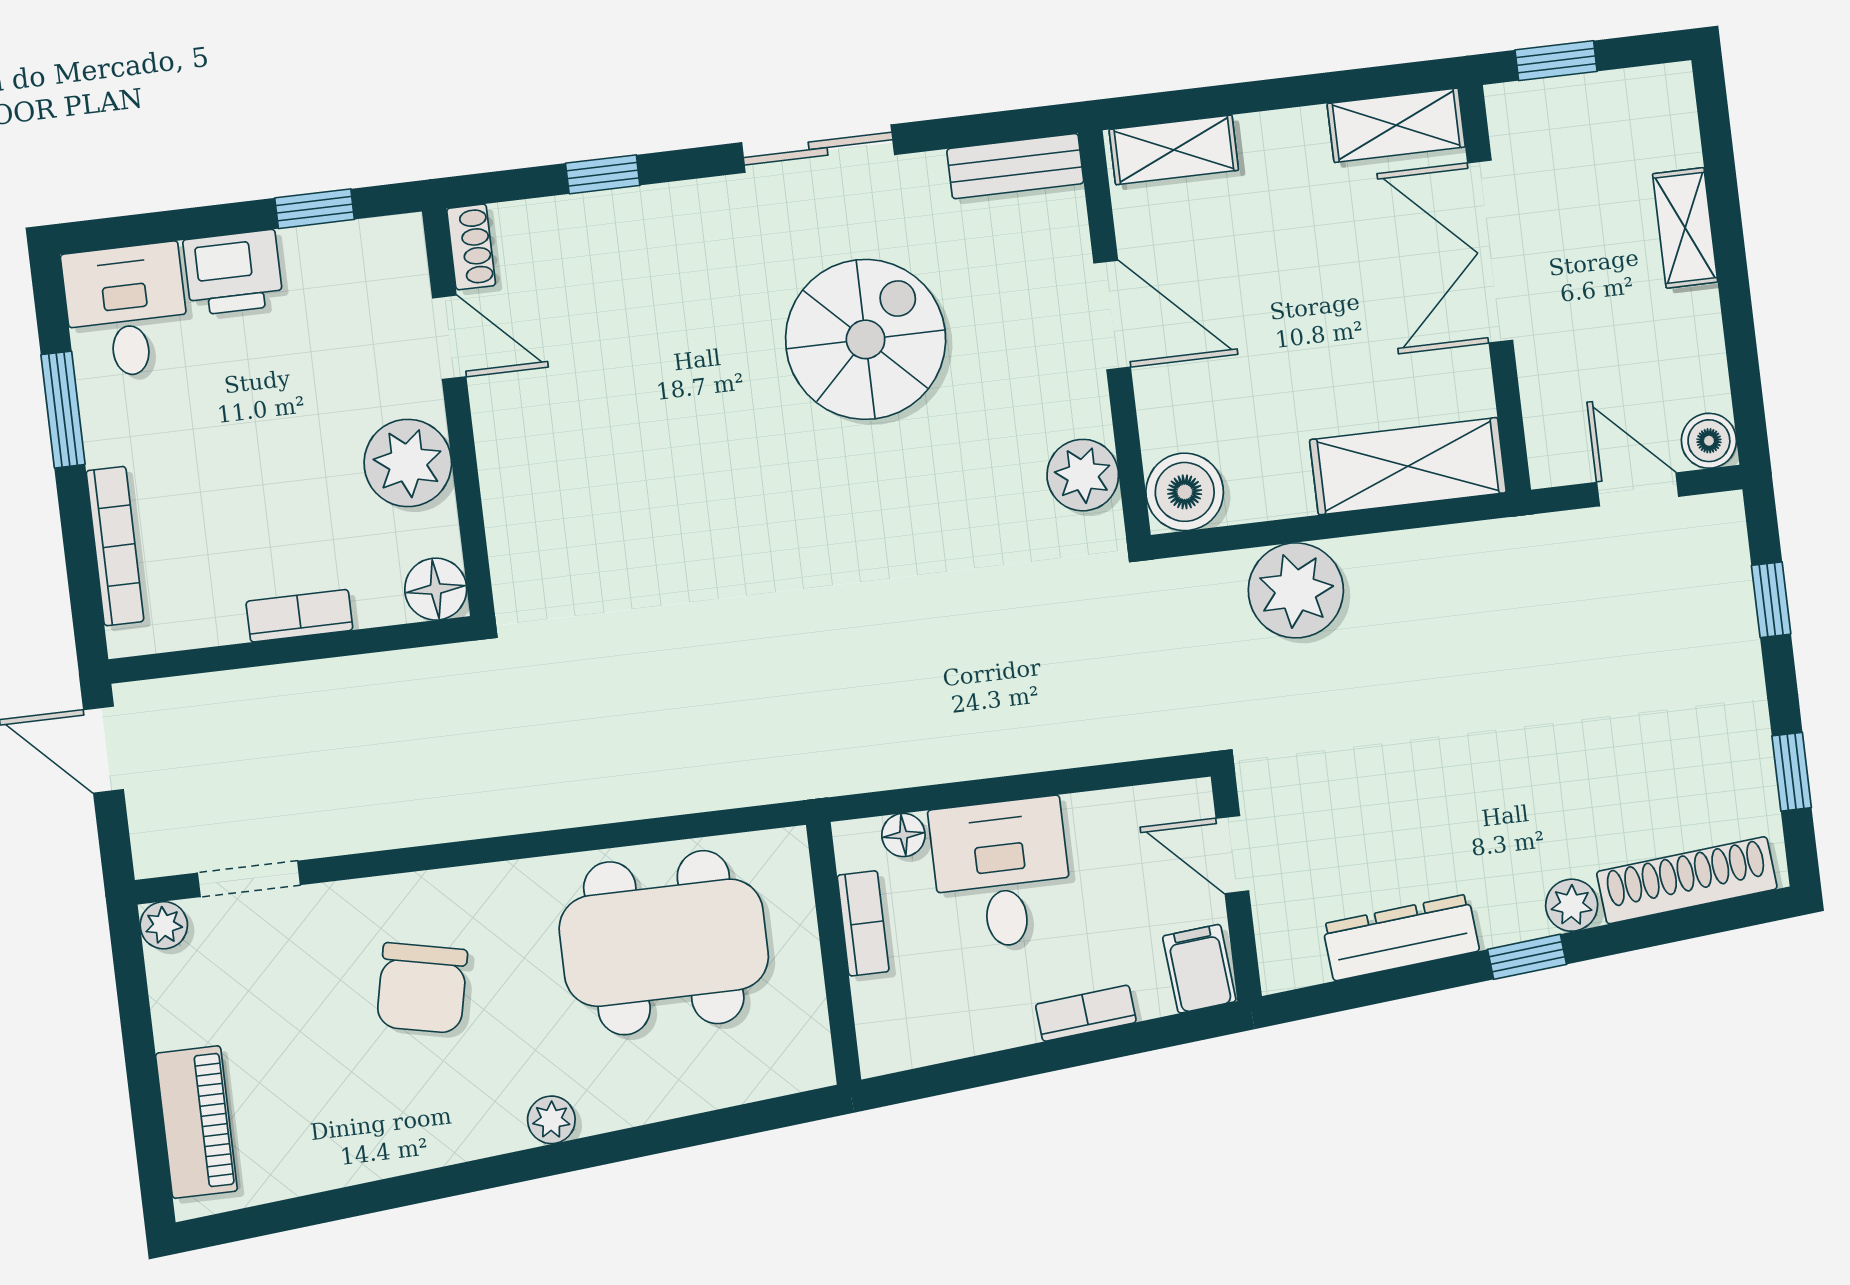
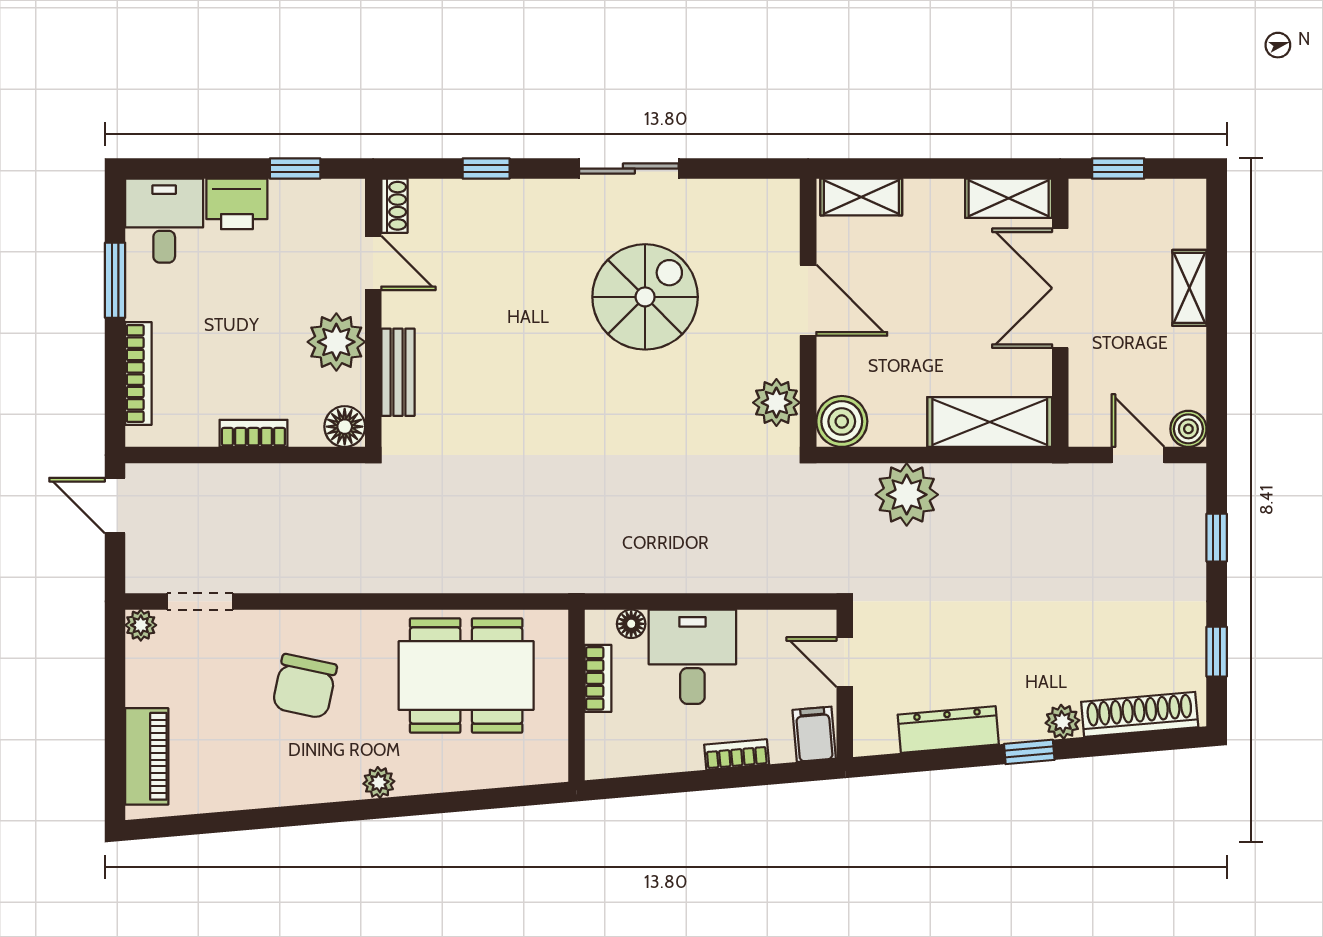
bench: (1015, 166) -> (398, 372), moved, turned 90

